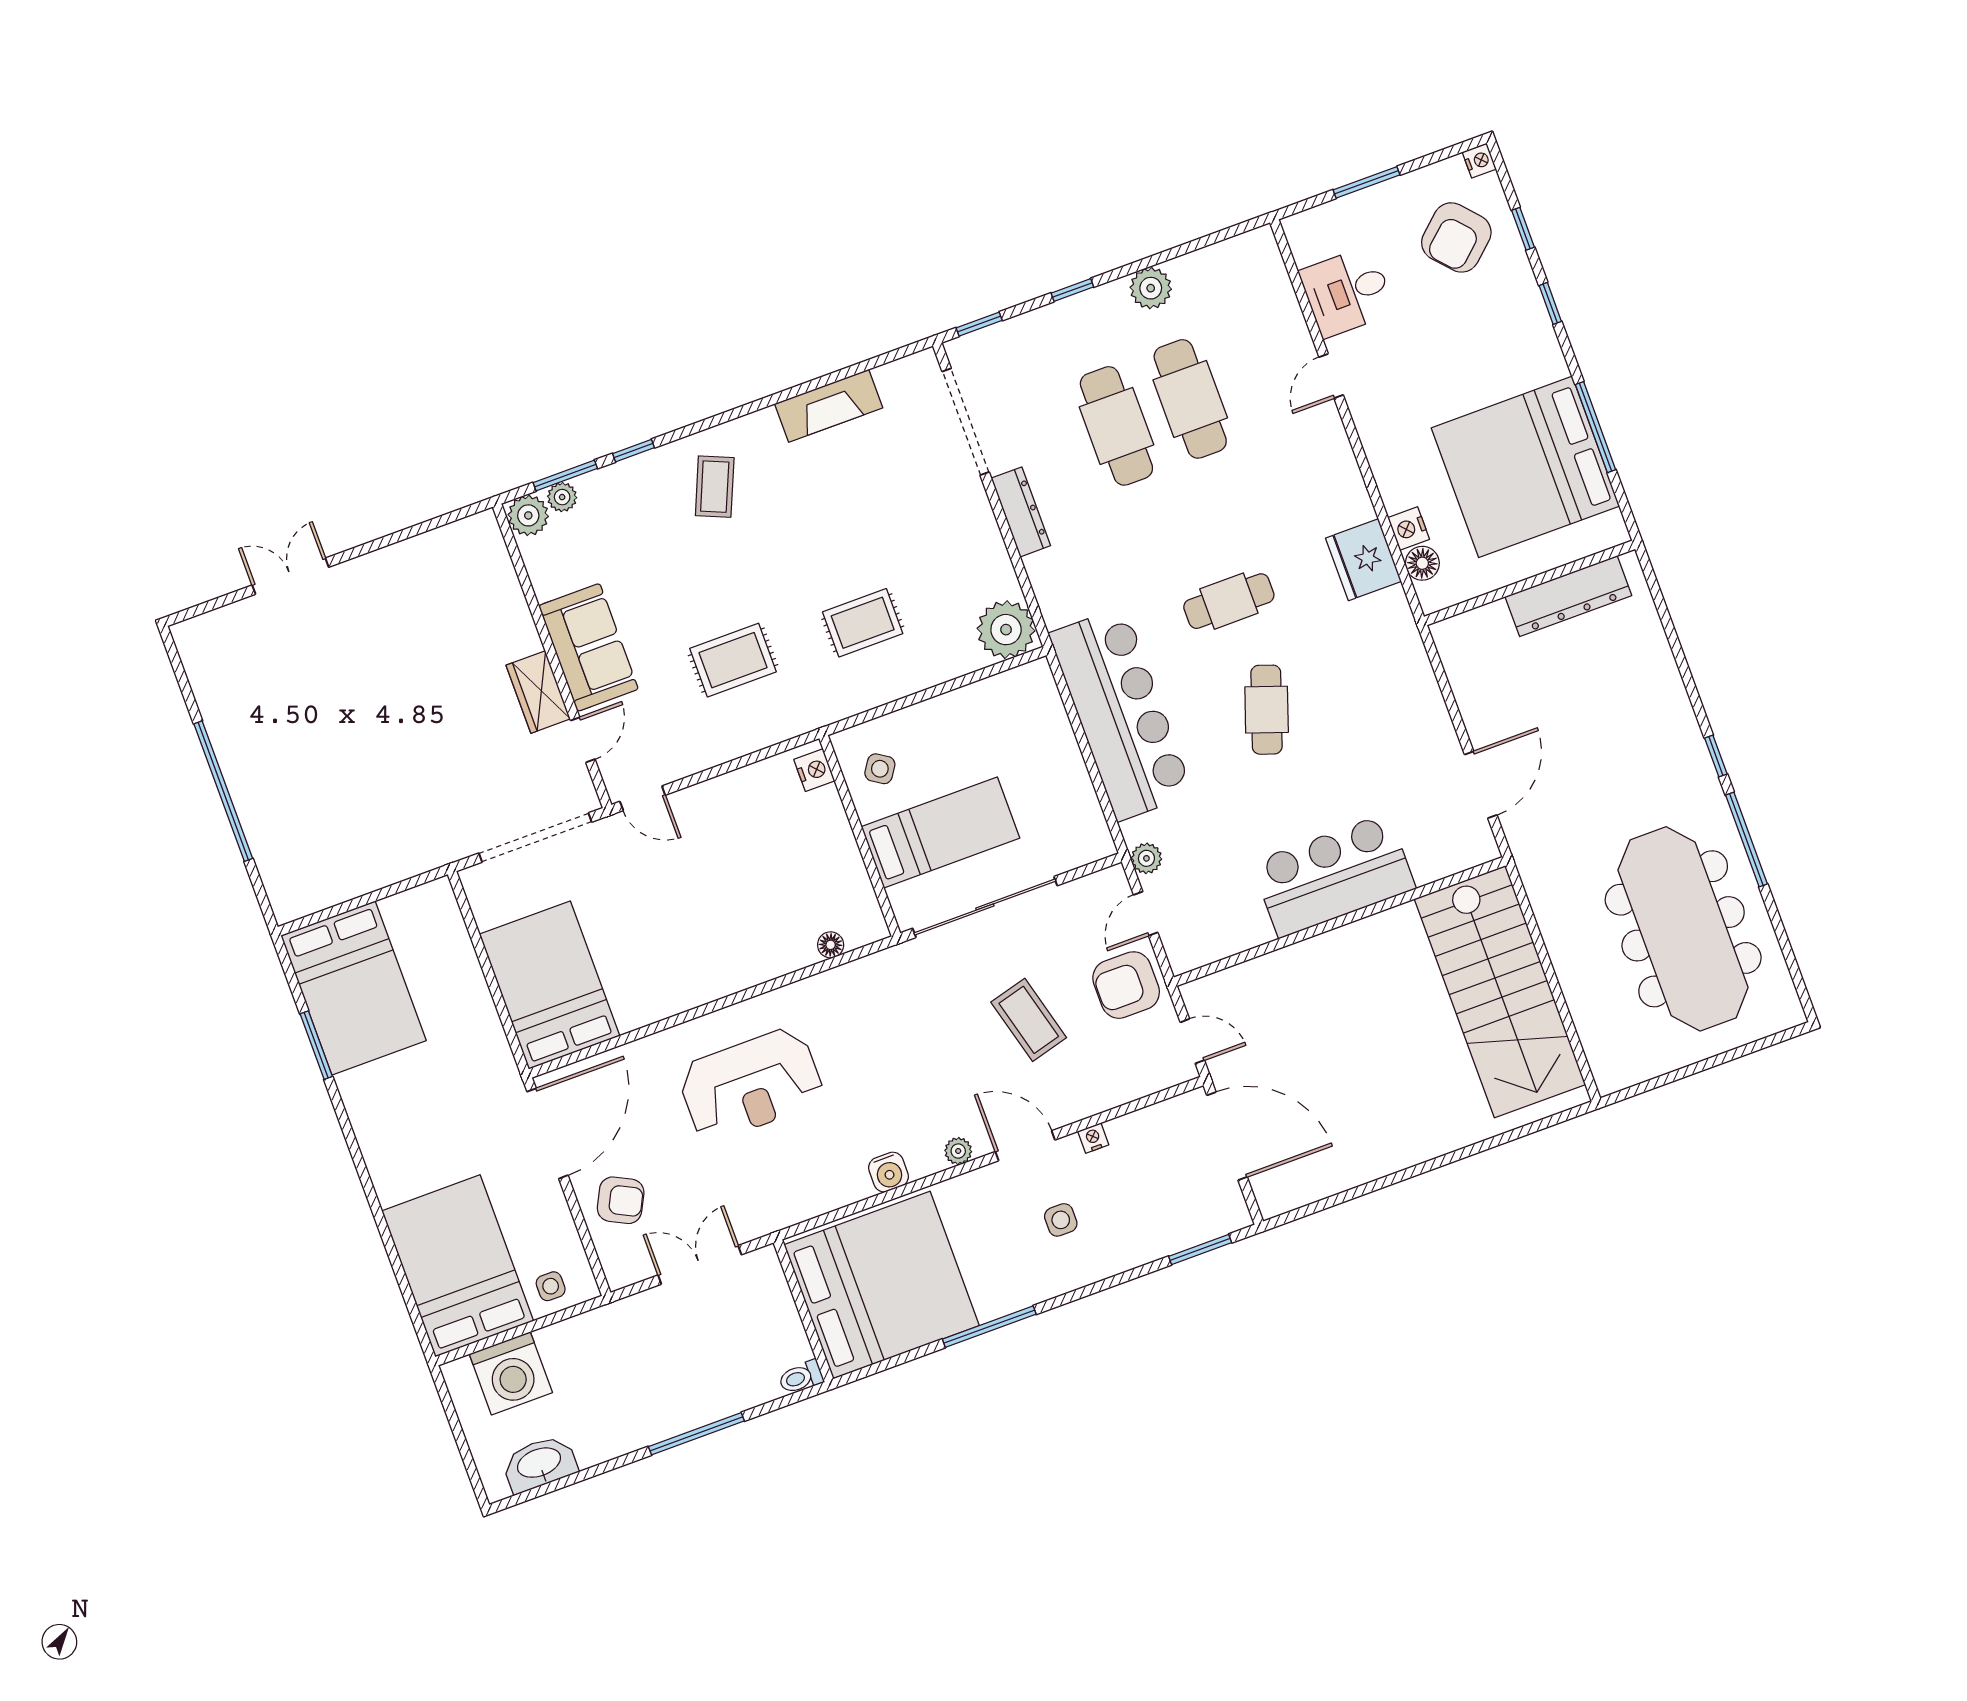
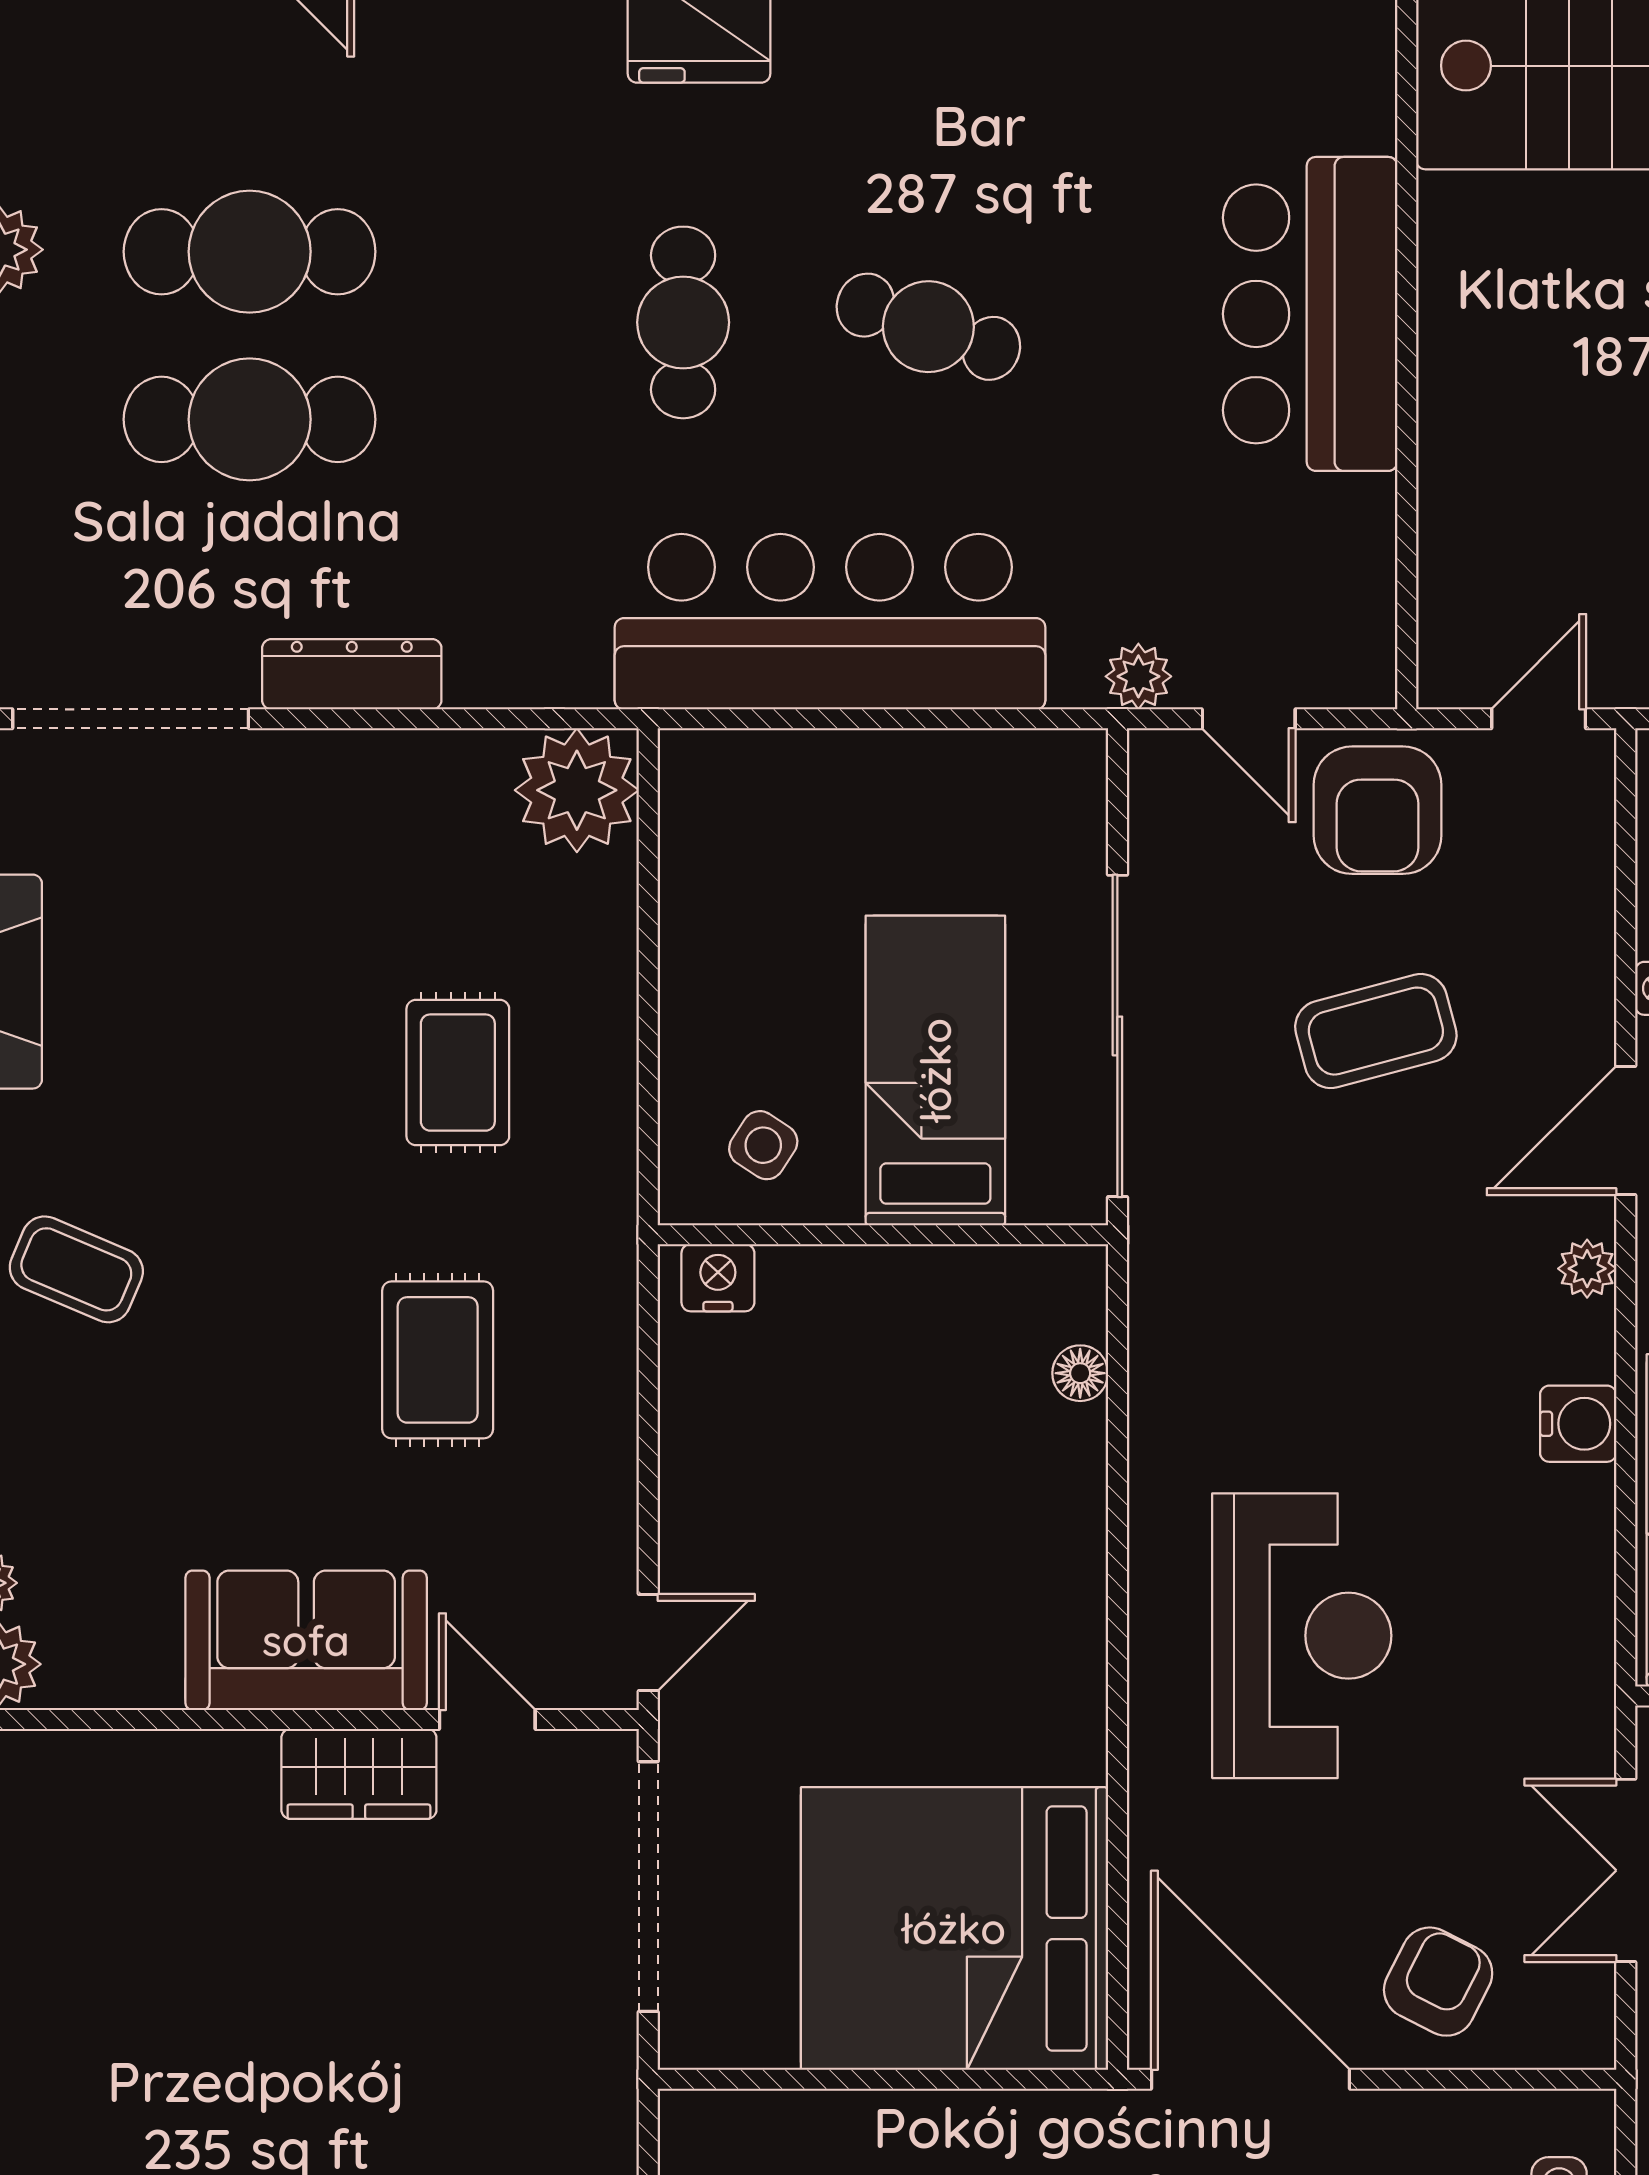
bed: (550, 985) -> (954, 1928), width x1.36

